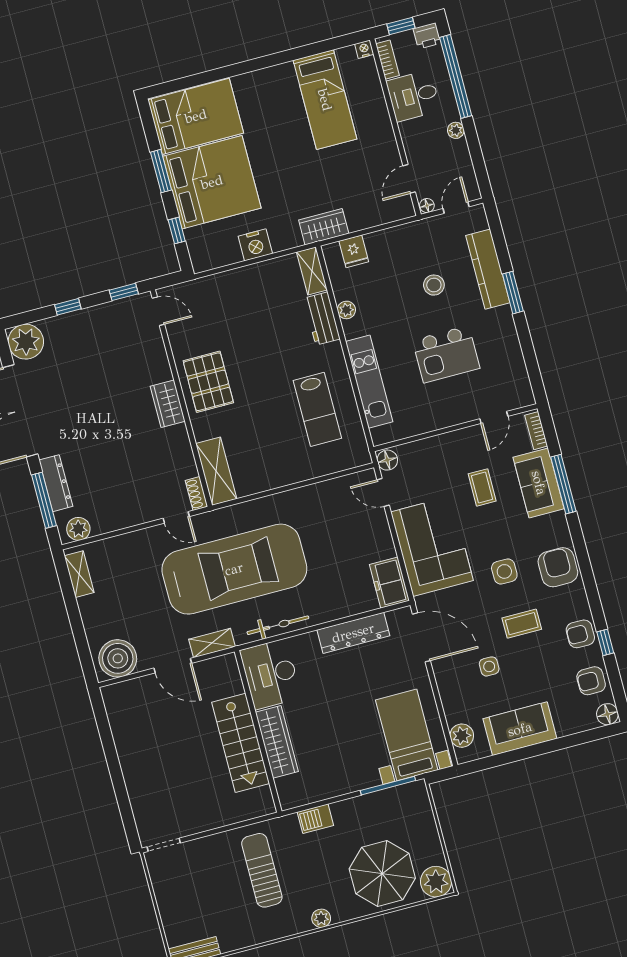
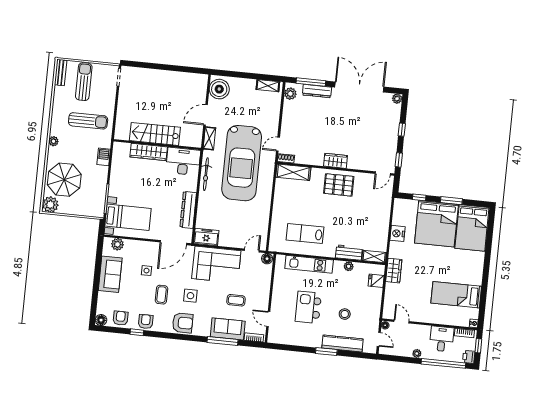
plant: (26, 342) -> (397, 99), width x0.53, depth x0.53
sun lounger: (195, 904) -> (84, 82), added

